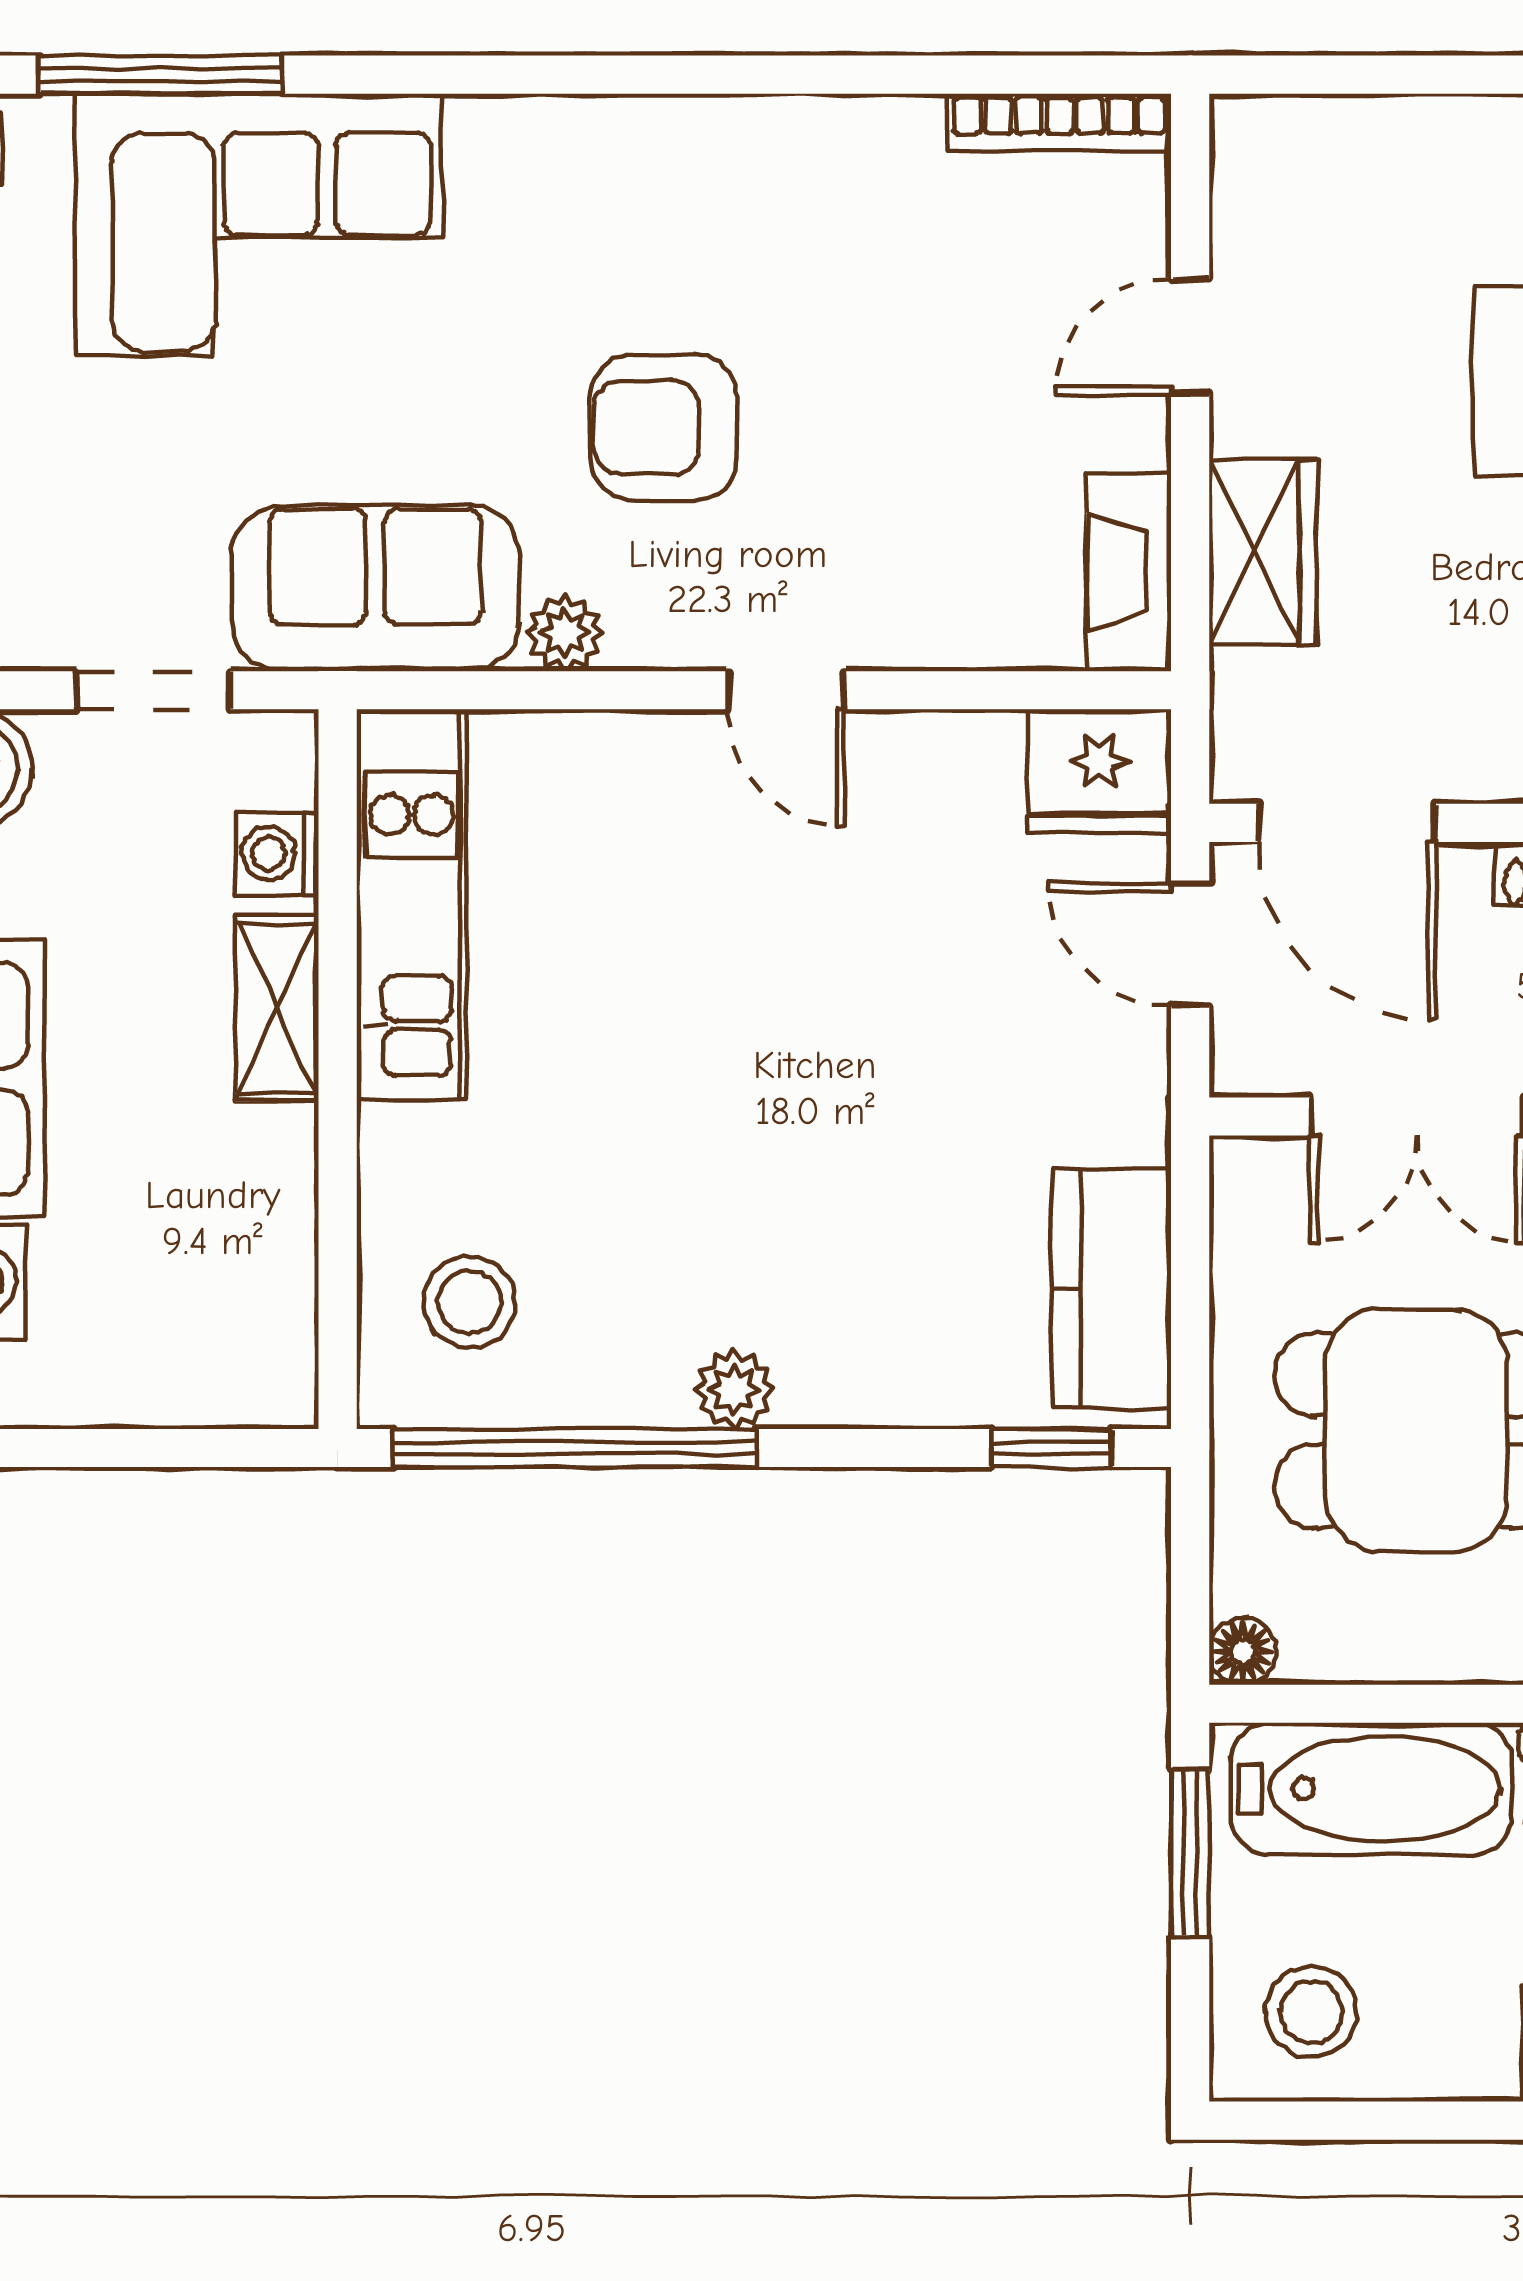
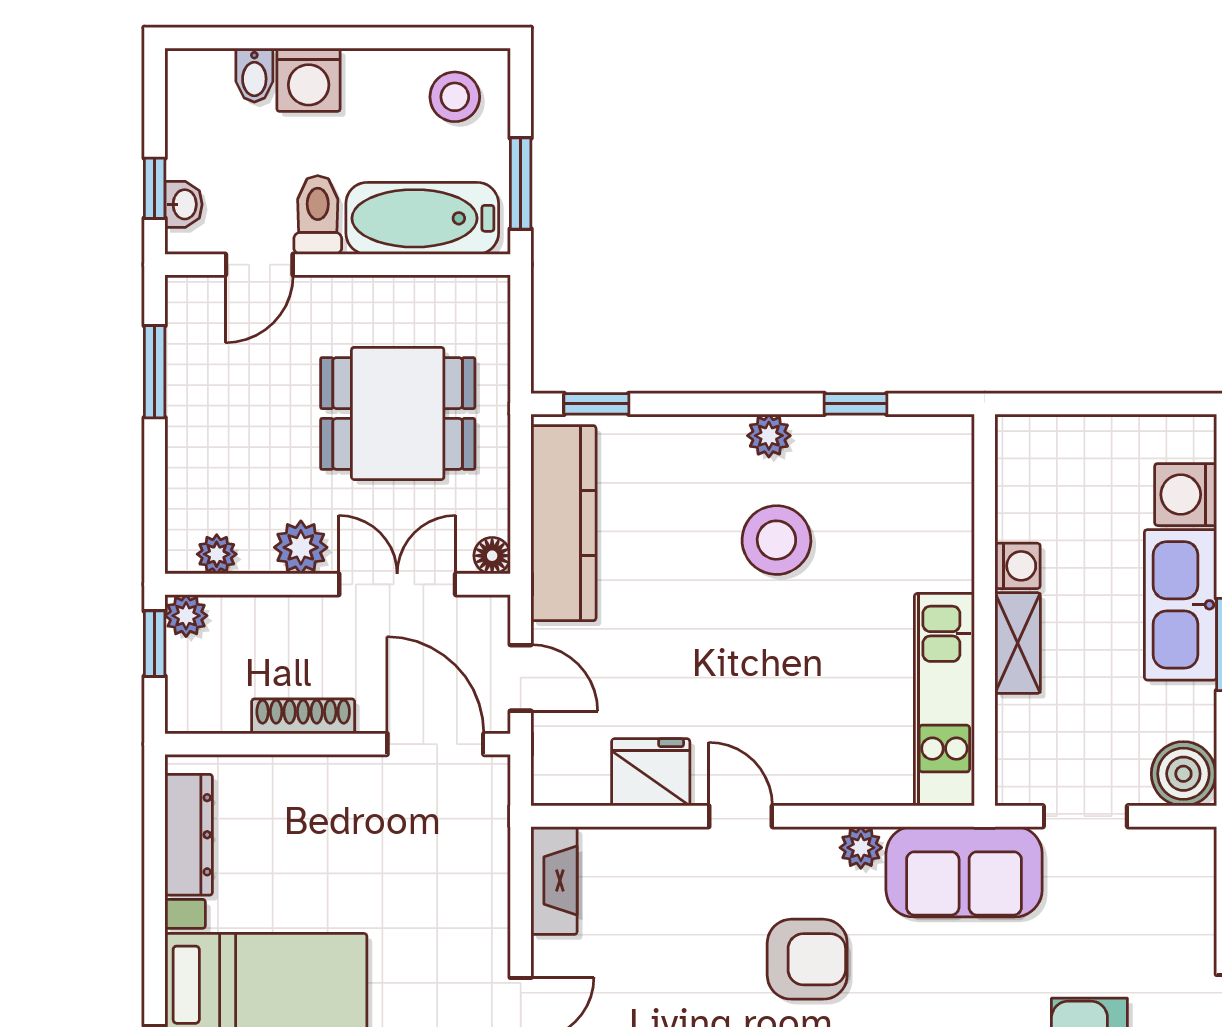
wardrobe: (1263, 552) -> (481, 892), removed
fridge: (1099, 771) -> (651, 772), moved
washing machine: (277, 854) -> (1018, 566), moved
kitchen counter: (1111, 1289) -> (564, 523), width x1.50
stool: (469, 1302) -> (776, 540), moved, width x1.38, depth x1.38
window: (575, 1448) -> (855, 404), width x0.32
floor lamp: (1243, 1651) -> (492, 556), moved

